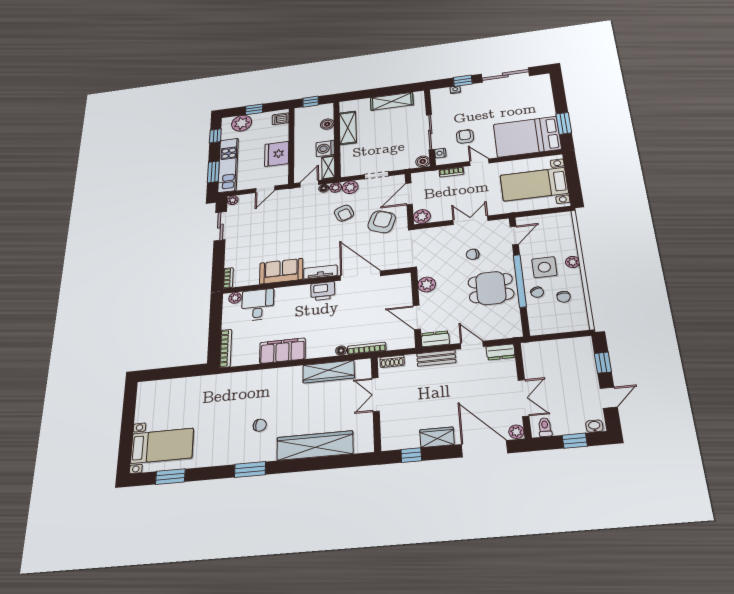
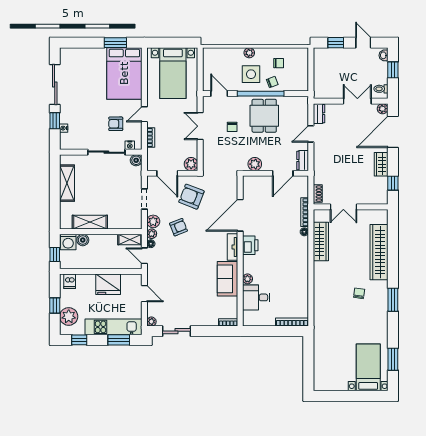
washing machine: (325, 148) -> (68, 242), moved
plant: (235, 298) -> (247, 279), moved
filing cabinet: (282, 351) -> (299, 277), removed
bench: (436, 358) -> (319, 161), removed

